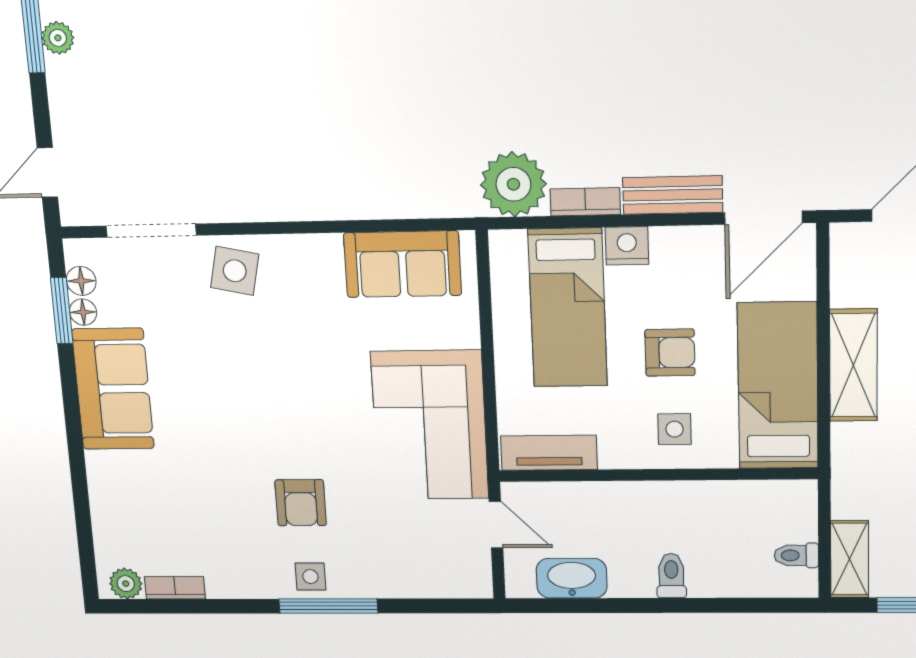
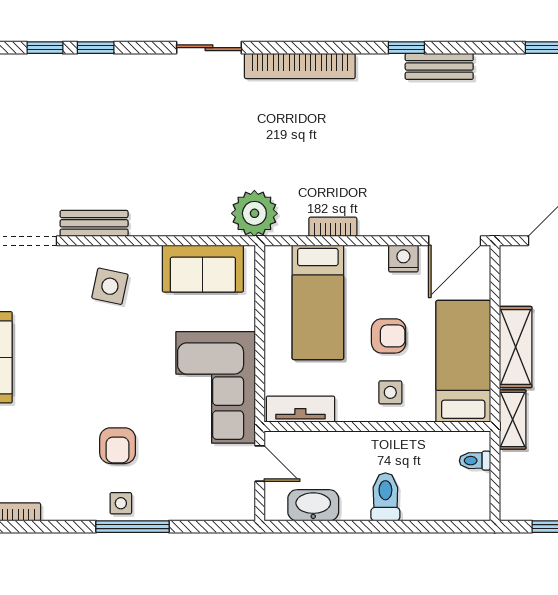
plant: (513, 184) -> (254, 213), moved
bench: (673, 195) -> (94, 223), moved
nightstand: (627, 246) -> (403, 259), moved
side table: (235, 271) -> (110, 286), moved
toilet: (796, 555) -> (475, 461), moved
shelving: (849, 559) -> (513, 420), moved
toilet: (671, 576) -> (385, 497), width x1.37, depth x1.39

